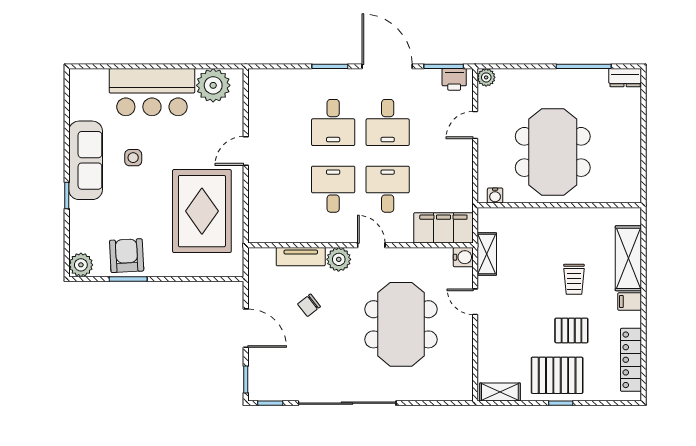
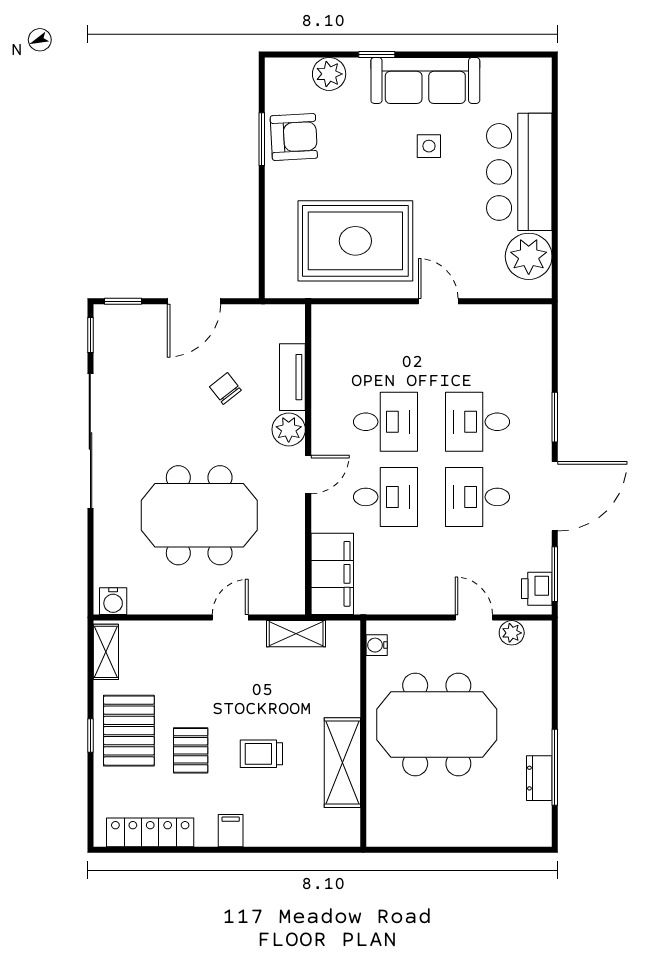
plant: (486, 77) -> (512, 633), moved
dresser: (625, 78) -> (539, 778), moved
water cooler: (463, 257) -> (113, 601), moved
shelving: (628, 258) -> (342, 763), moved, turned 90
plant: (81, 265) -> (329, 74), moved

